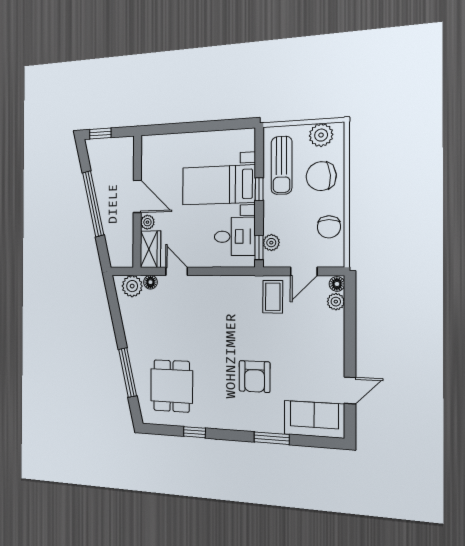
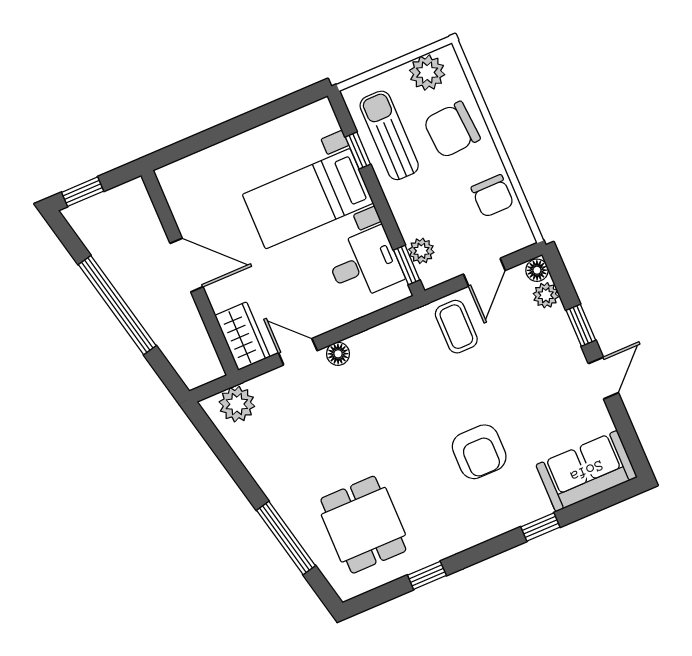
sun lounger: (282, 165) -> (389, 135), turned 180
window: (259, 189) -> (358, 151), moved
plant: (147, 222) -> (220, 297), removed
floor lamp: (150, 282) -> (338, 354), moved
window: (350, 330) -> (581, 325), added
door: (350, 390) -> (603, 378), moved
window: (272, 438) -> (540, 527), width x0.67

